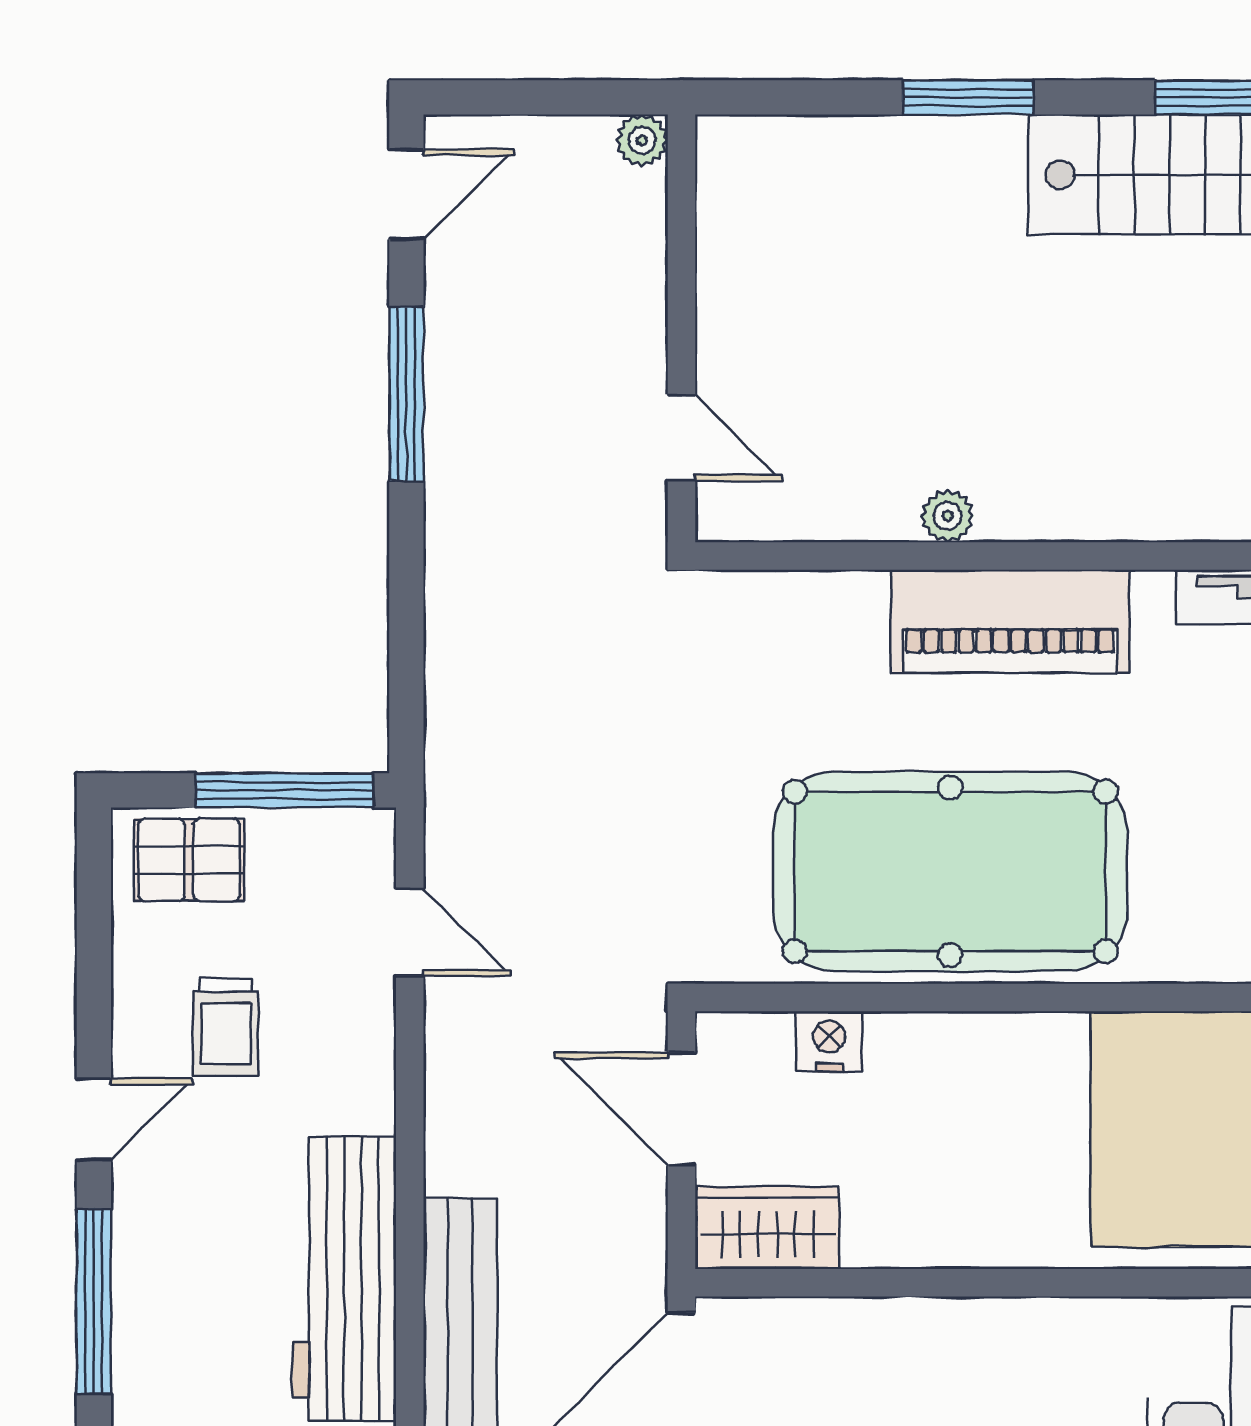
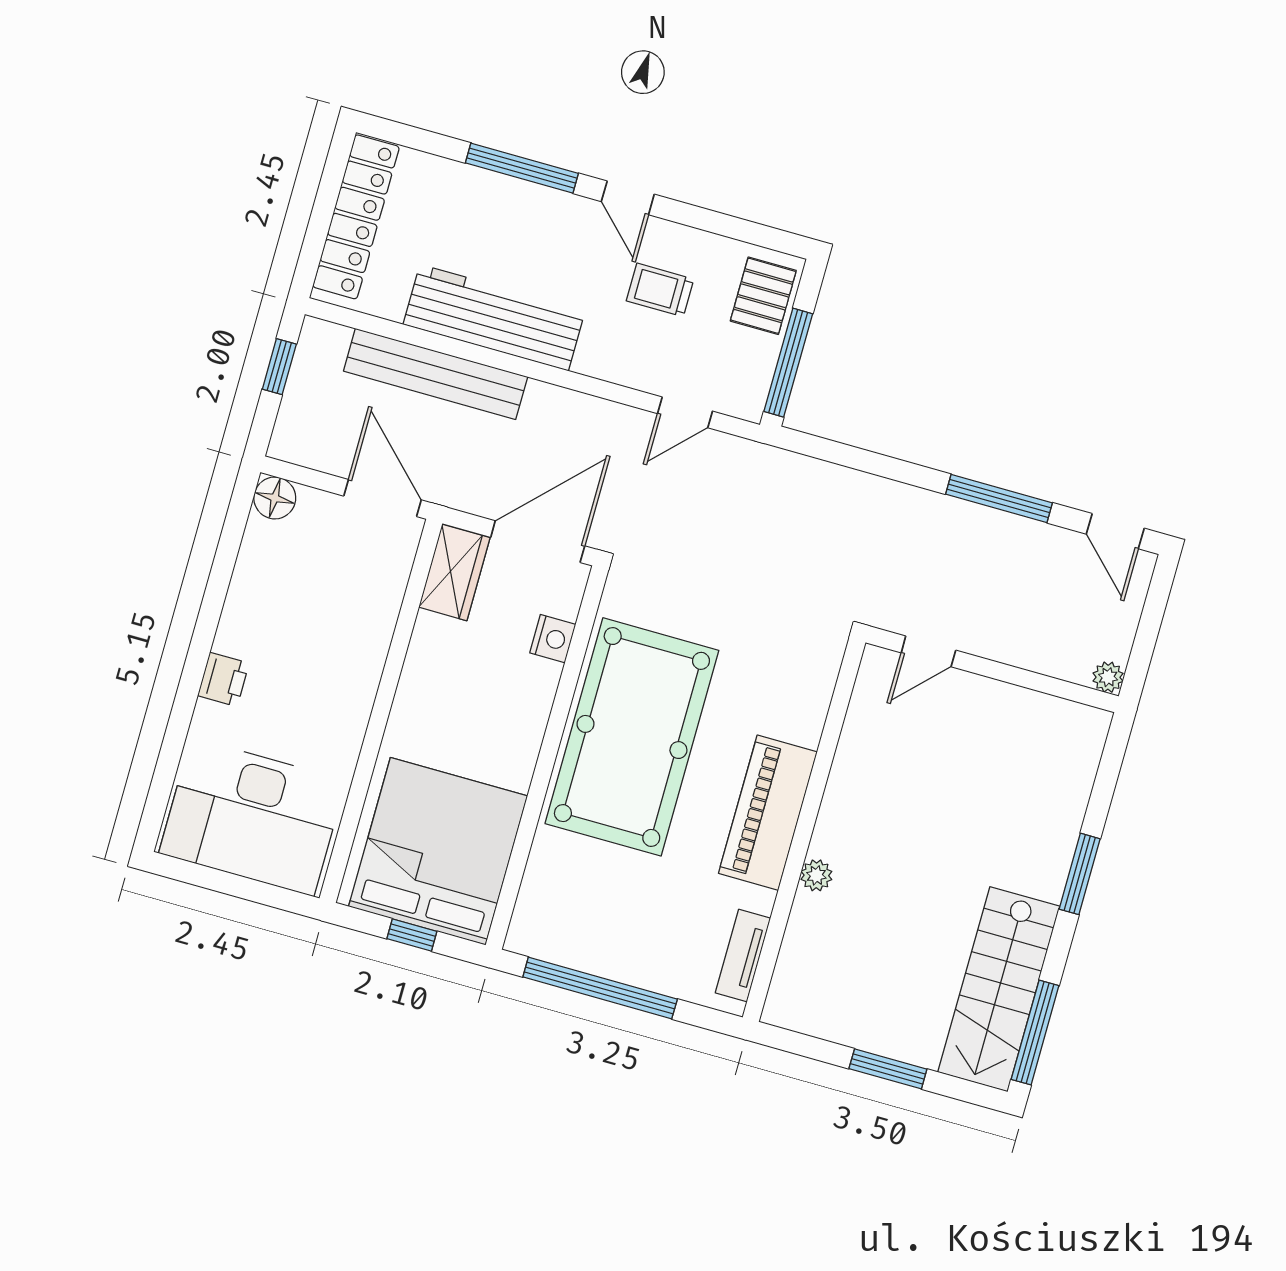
plant: (948, 516) -> (816, 875), moved
door: (681, 1109) -> (538, 542), width x1.36

